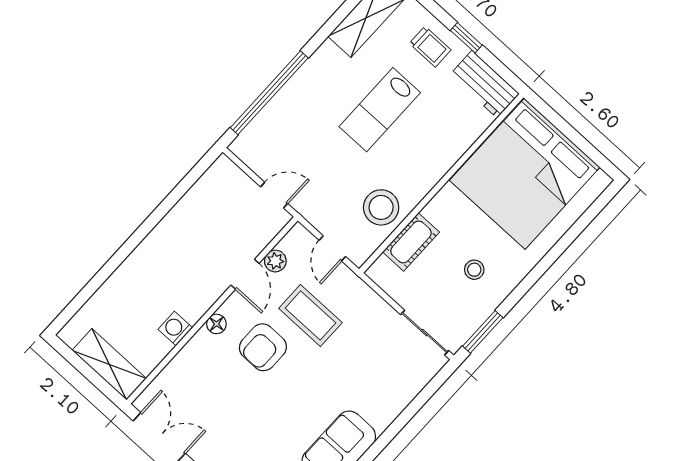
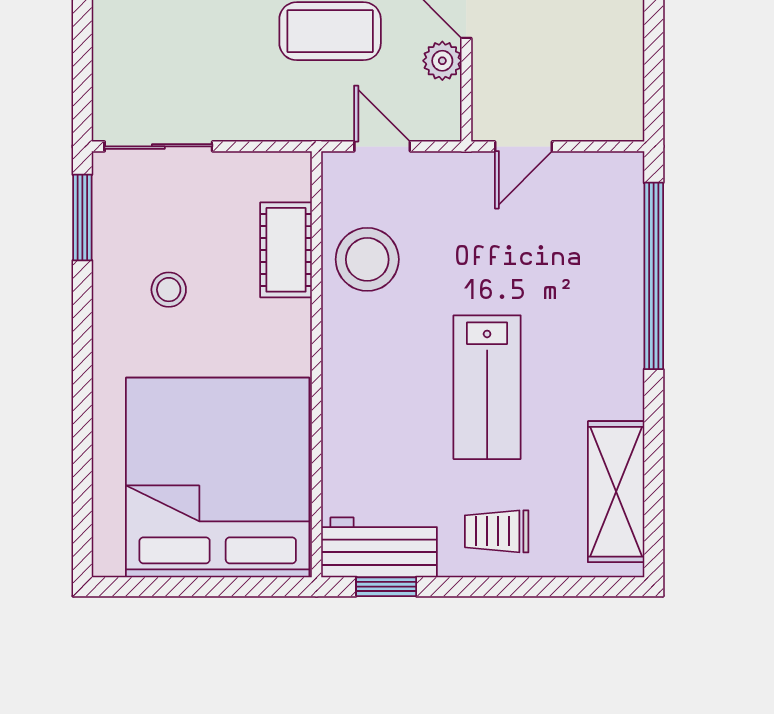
window: (466, 38) -> (386, 587), moved
lab bench: (380, 110) -> (487, 387), turned 180

